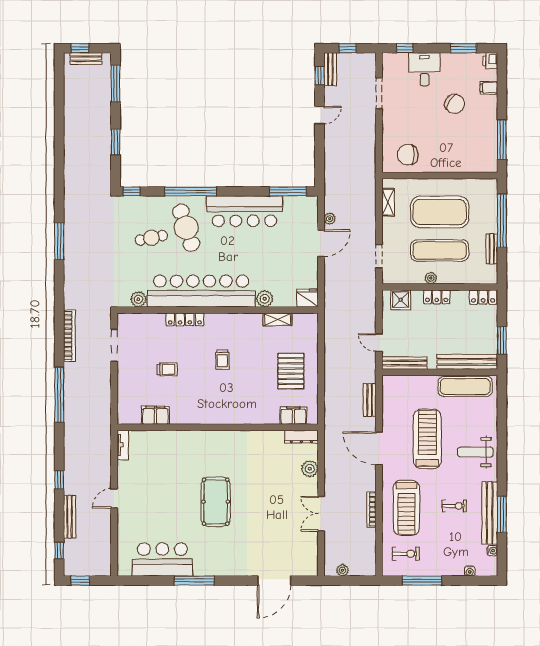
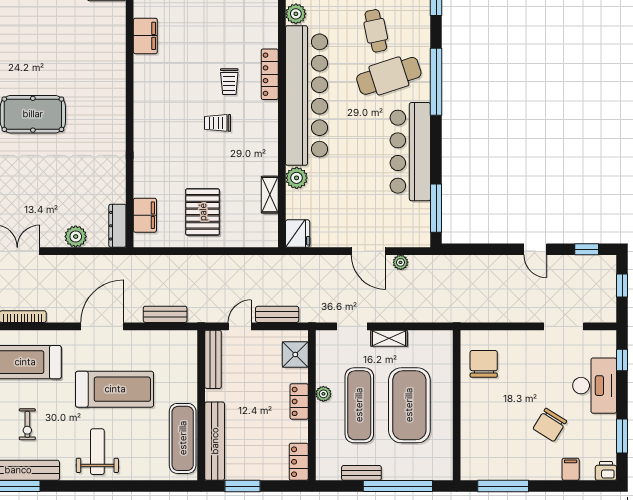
bench: (330, 69) -> (277, 314), moved
desk: (424, 69) -> (595, 386), width x1.37
shelving: (388, 202) -> (389, 338), moved
trolley: (167, 369) -> (229, 82), moved
pallet: (291, 371) -> (203, 212), turned 90

